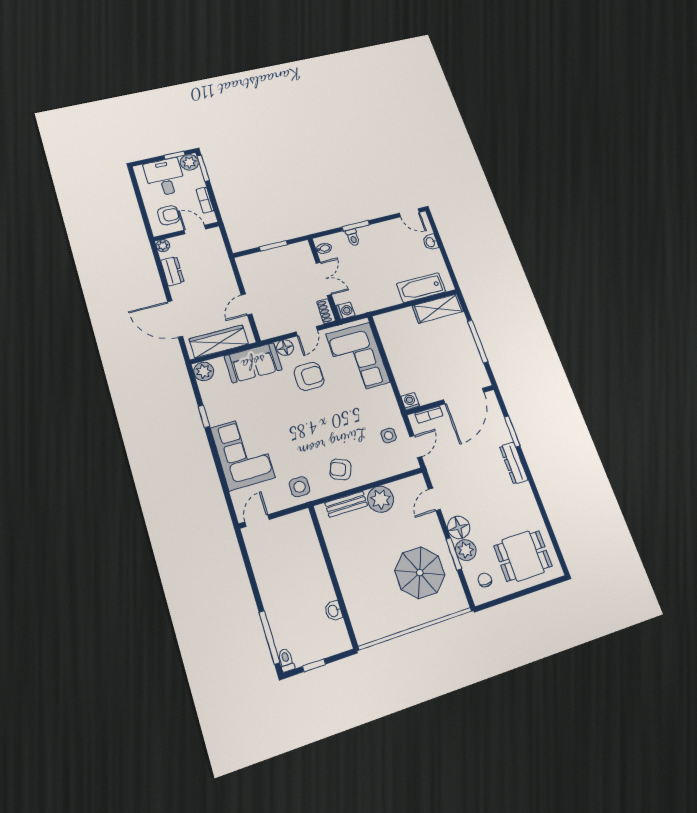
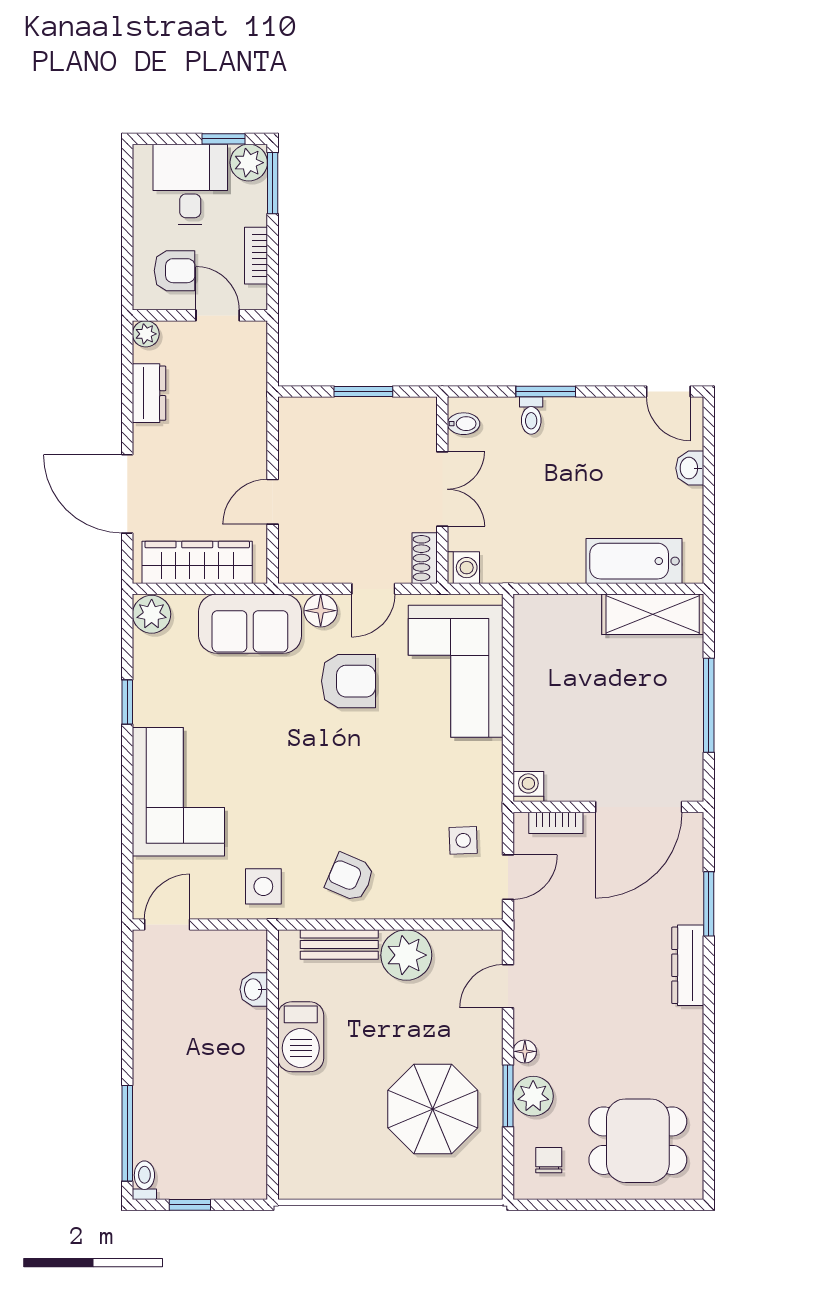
floor lamp: (459, 527) -> (525, 1051), width x0.53, depth x0.53
barbecue: (342, 557) -> (301, 1037), added
washbasin: (334, 611) -> (254, 989), moved

